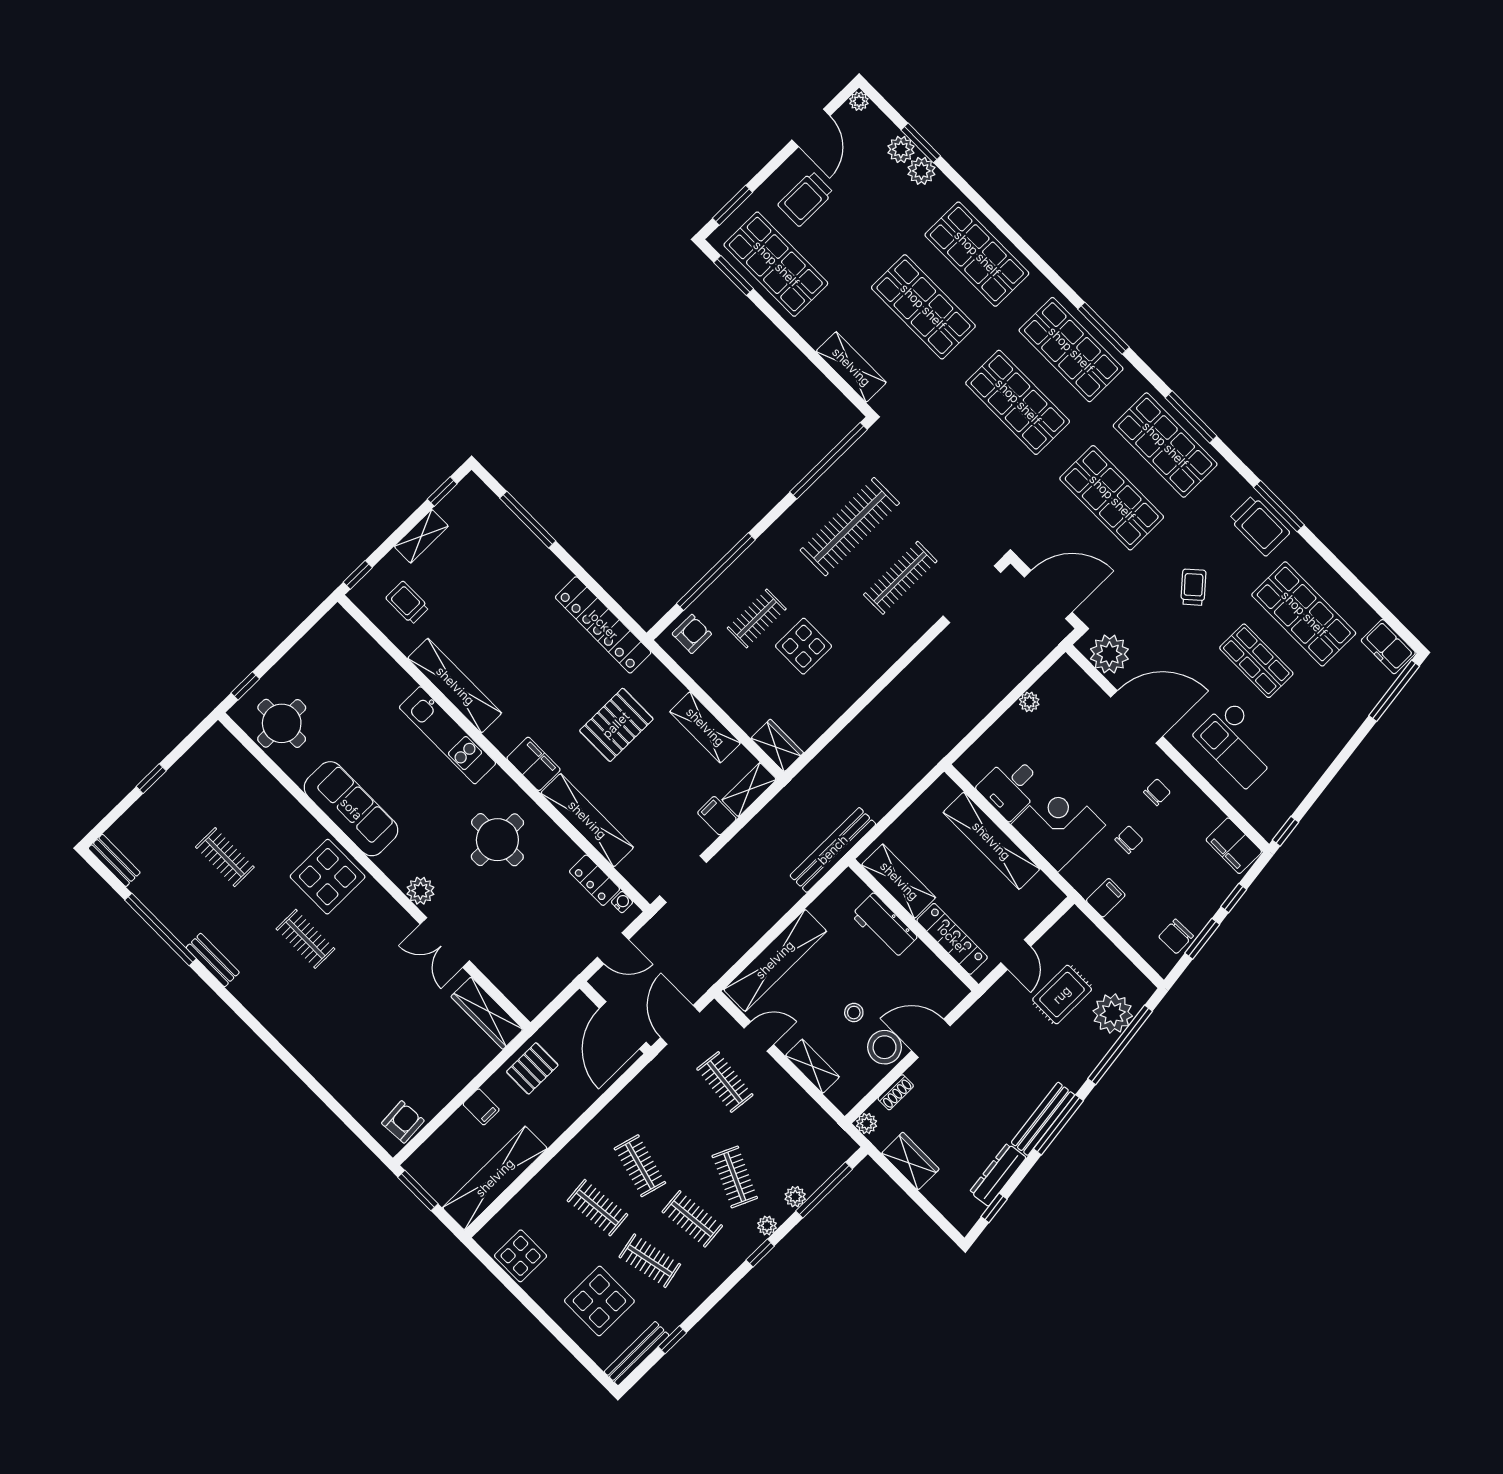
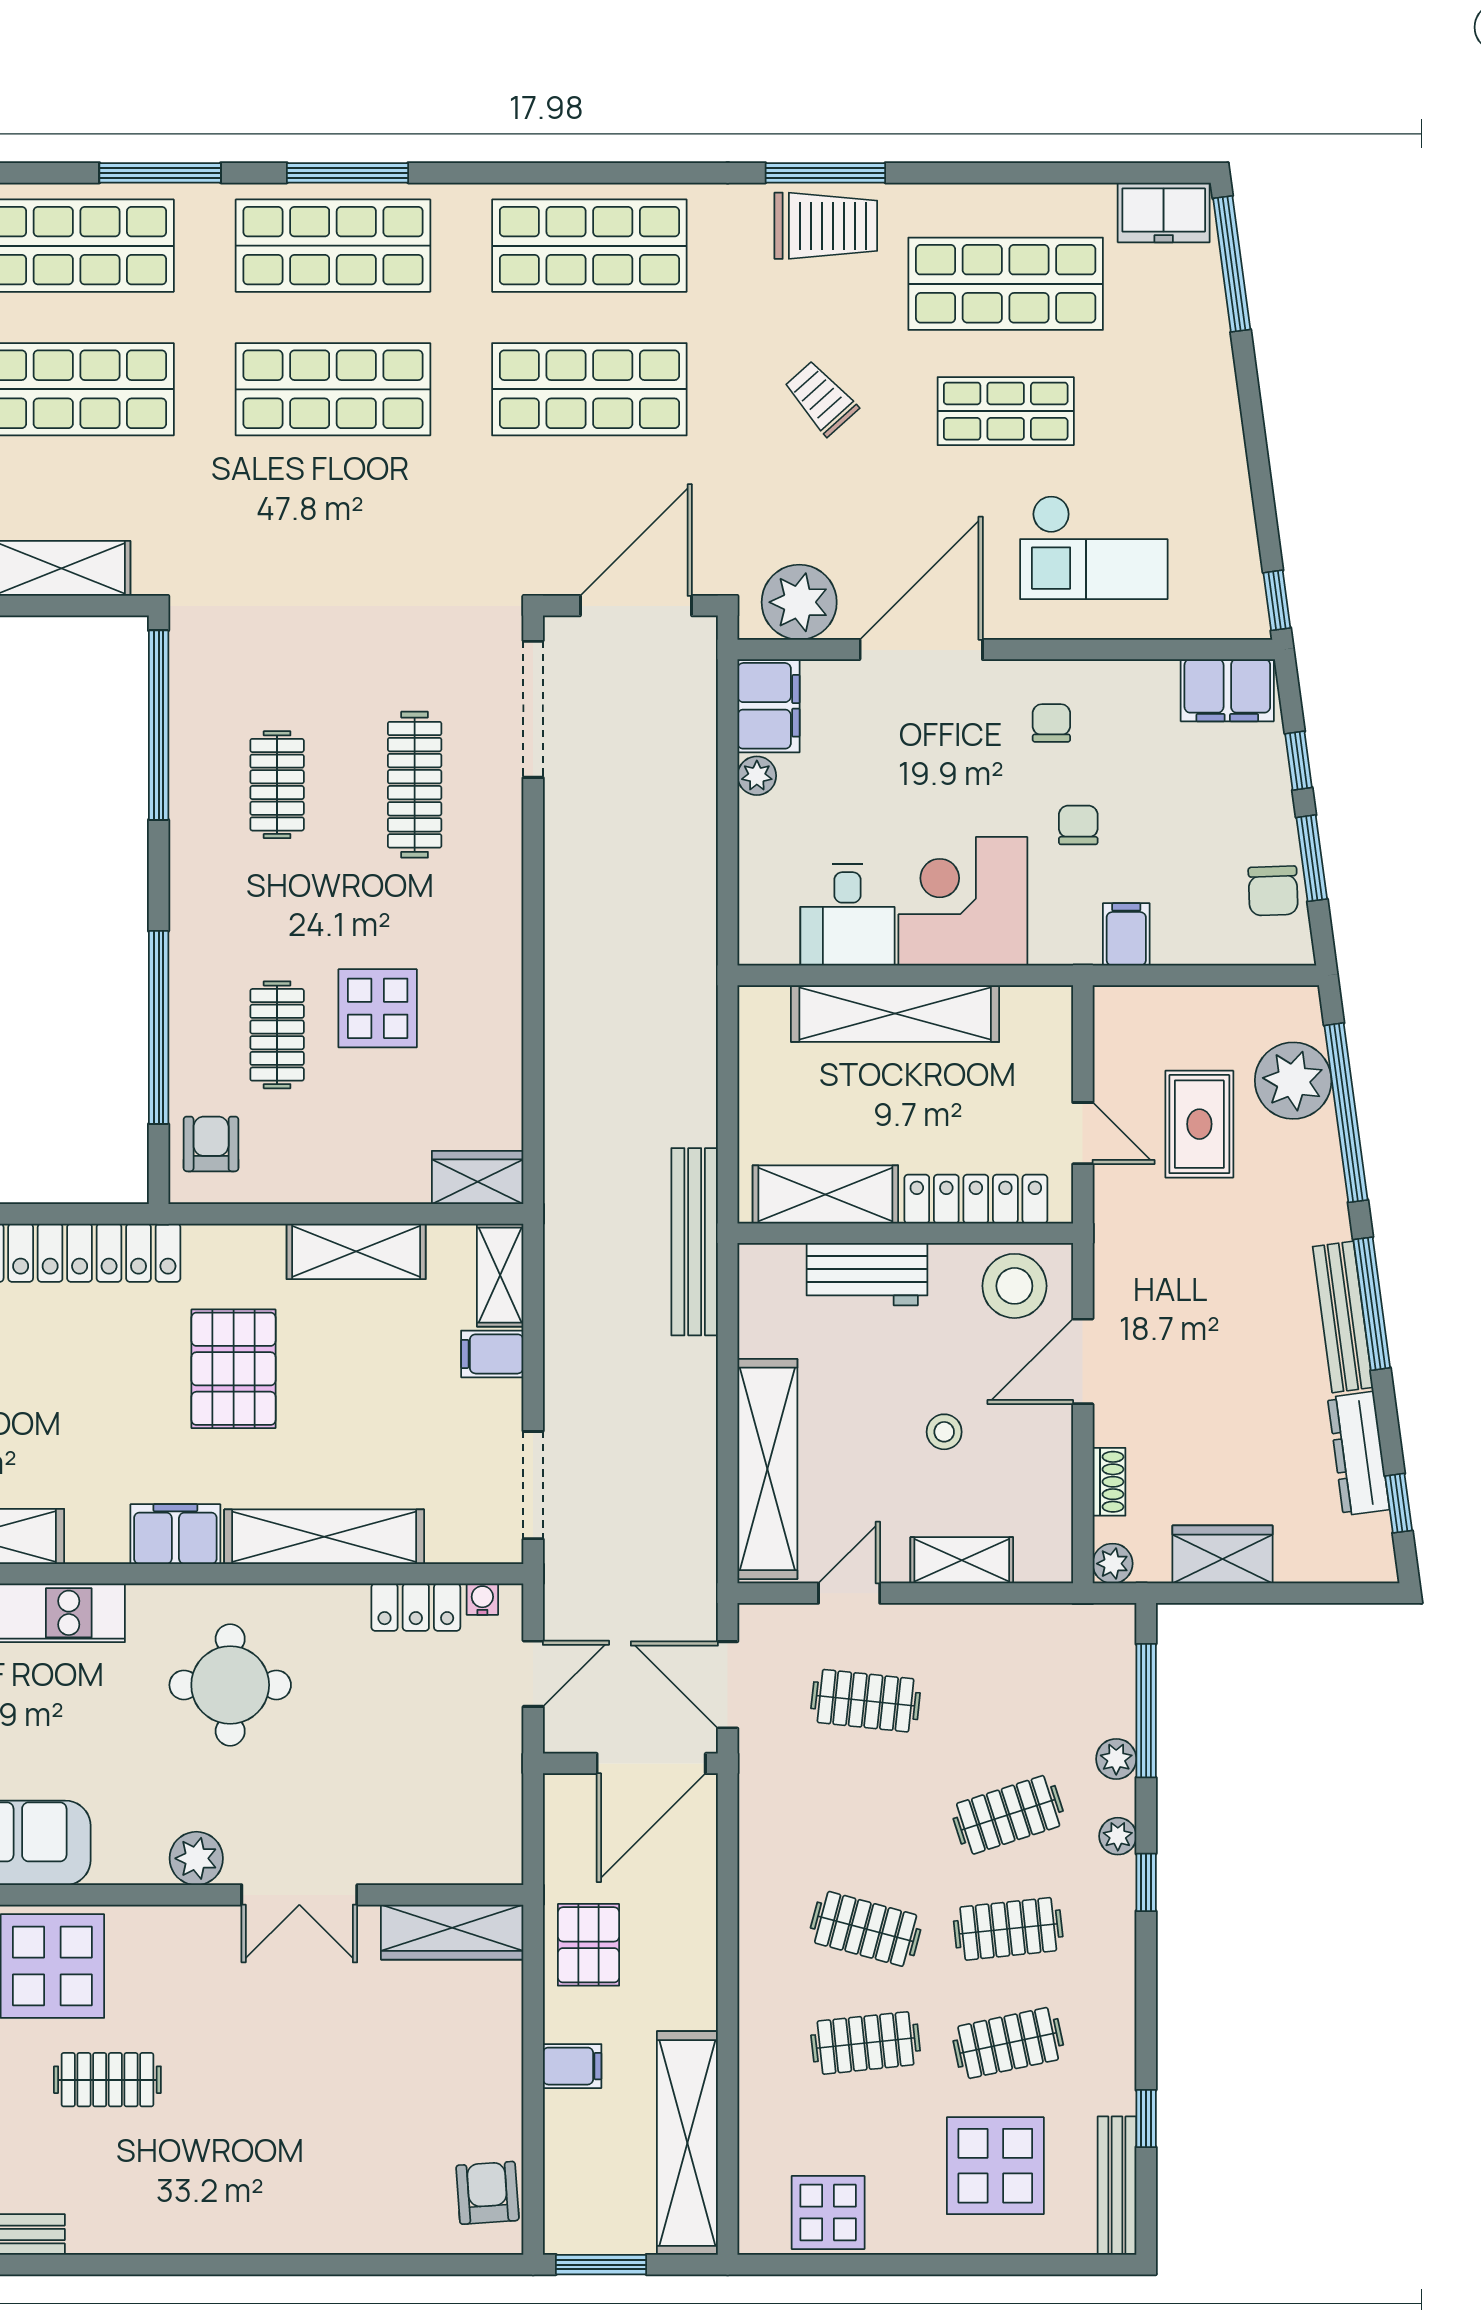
window: (1191, 417) -> (160, 173), moved
clothes rail: (850, 527) -> (277, 785), width x0.54, depth x0.76
filing cabinet: (1060, 681) -> (769, 706), added
door: (623, 1025) -> (651, 1763), hinge flipped
stool: (885, 1047) -> (1014, 1286), moved
clothes rail: (735, 1177) -> (1008, 1815), turned -42

